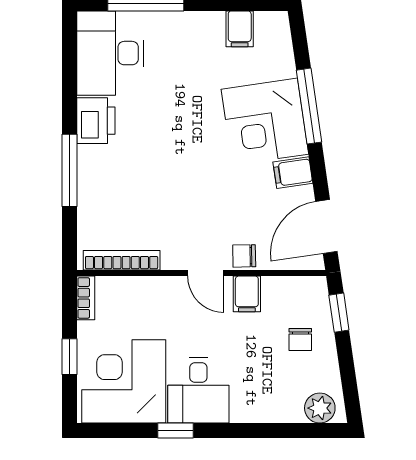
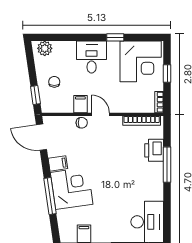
printer: (96, 121) -> (154, 150), moved
door: (326, 226) -> (41, 137), swing flipped
desk: (198, 390) -> (92, 57), moved

